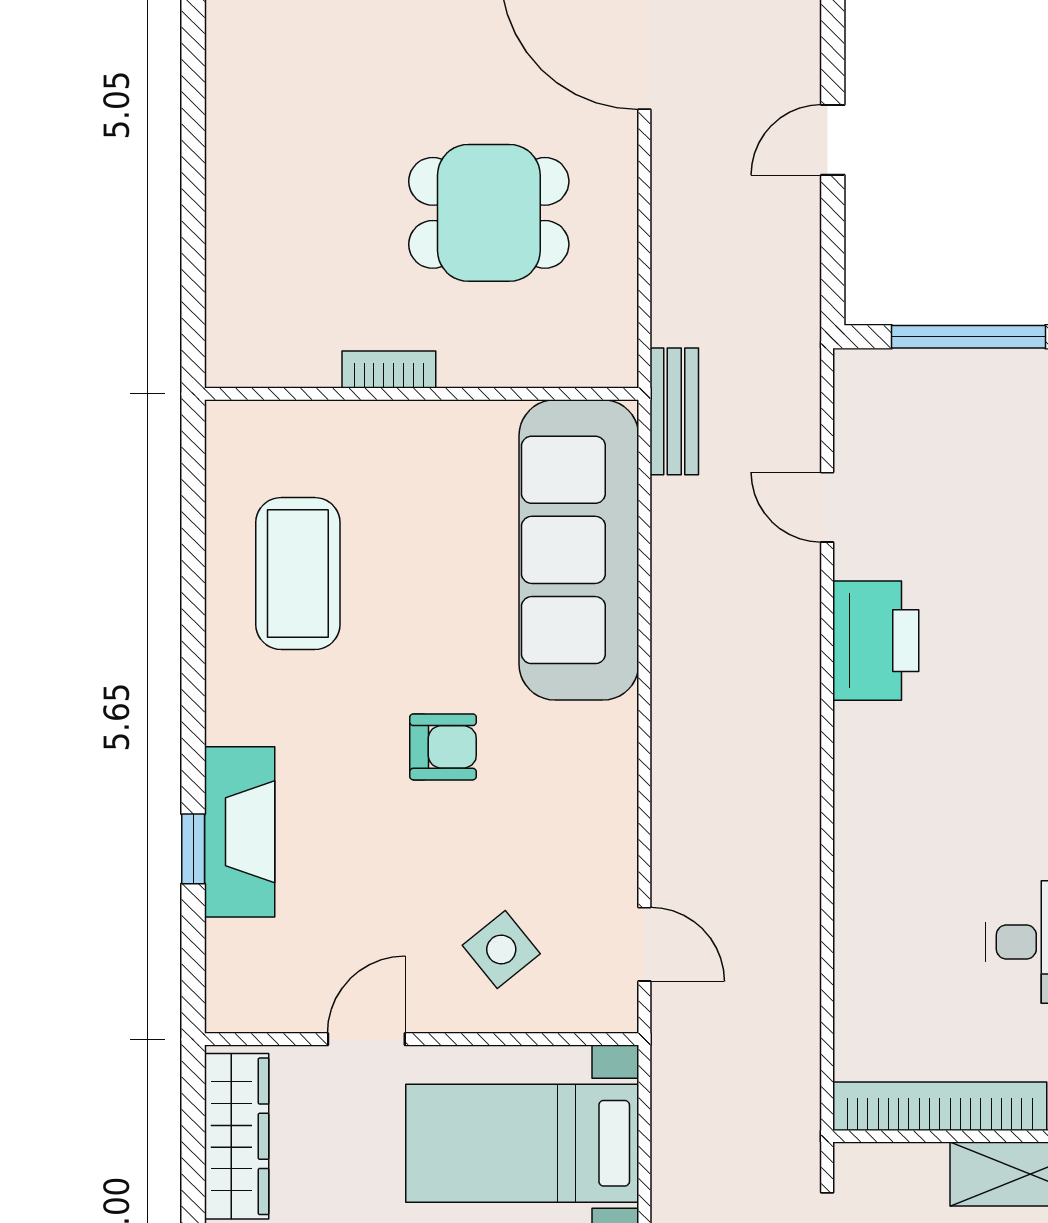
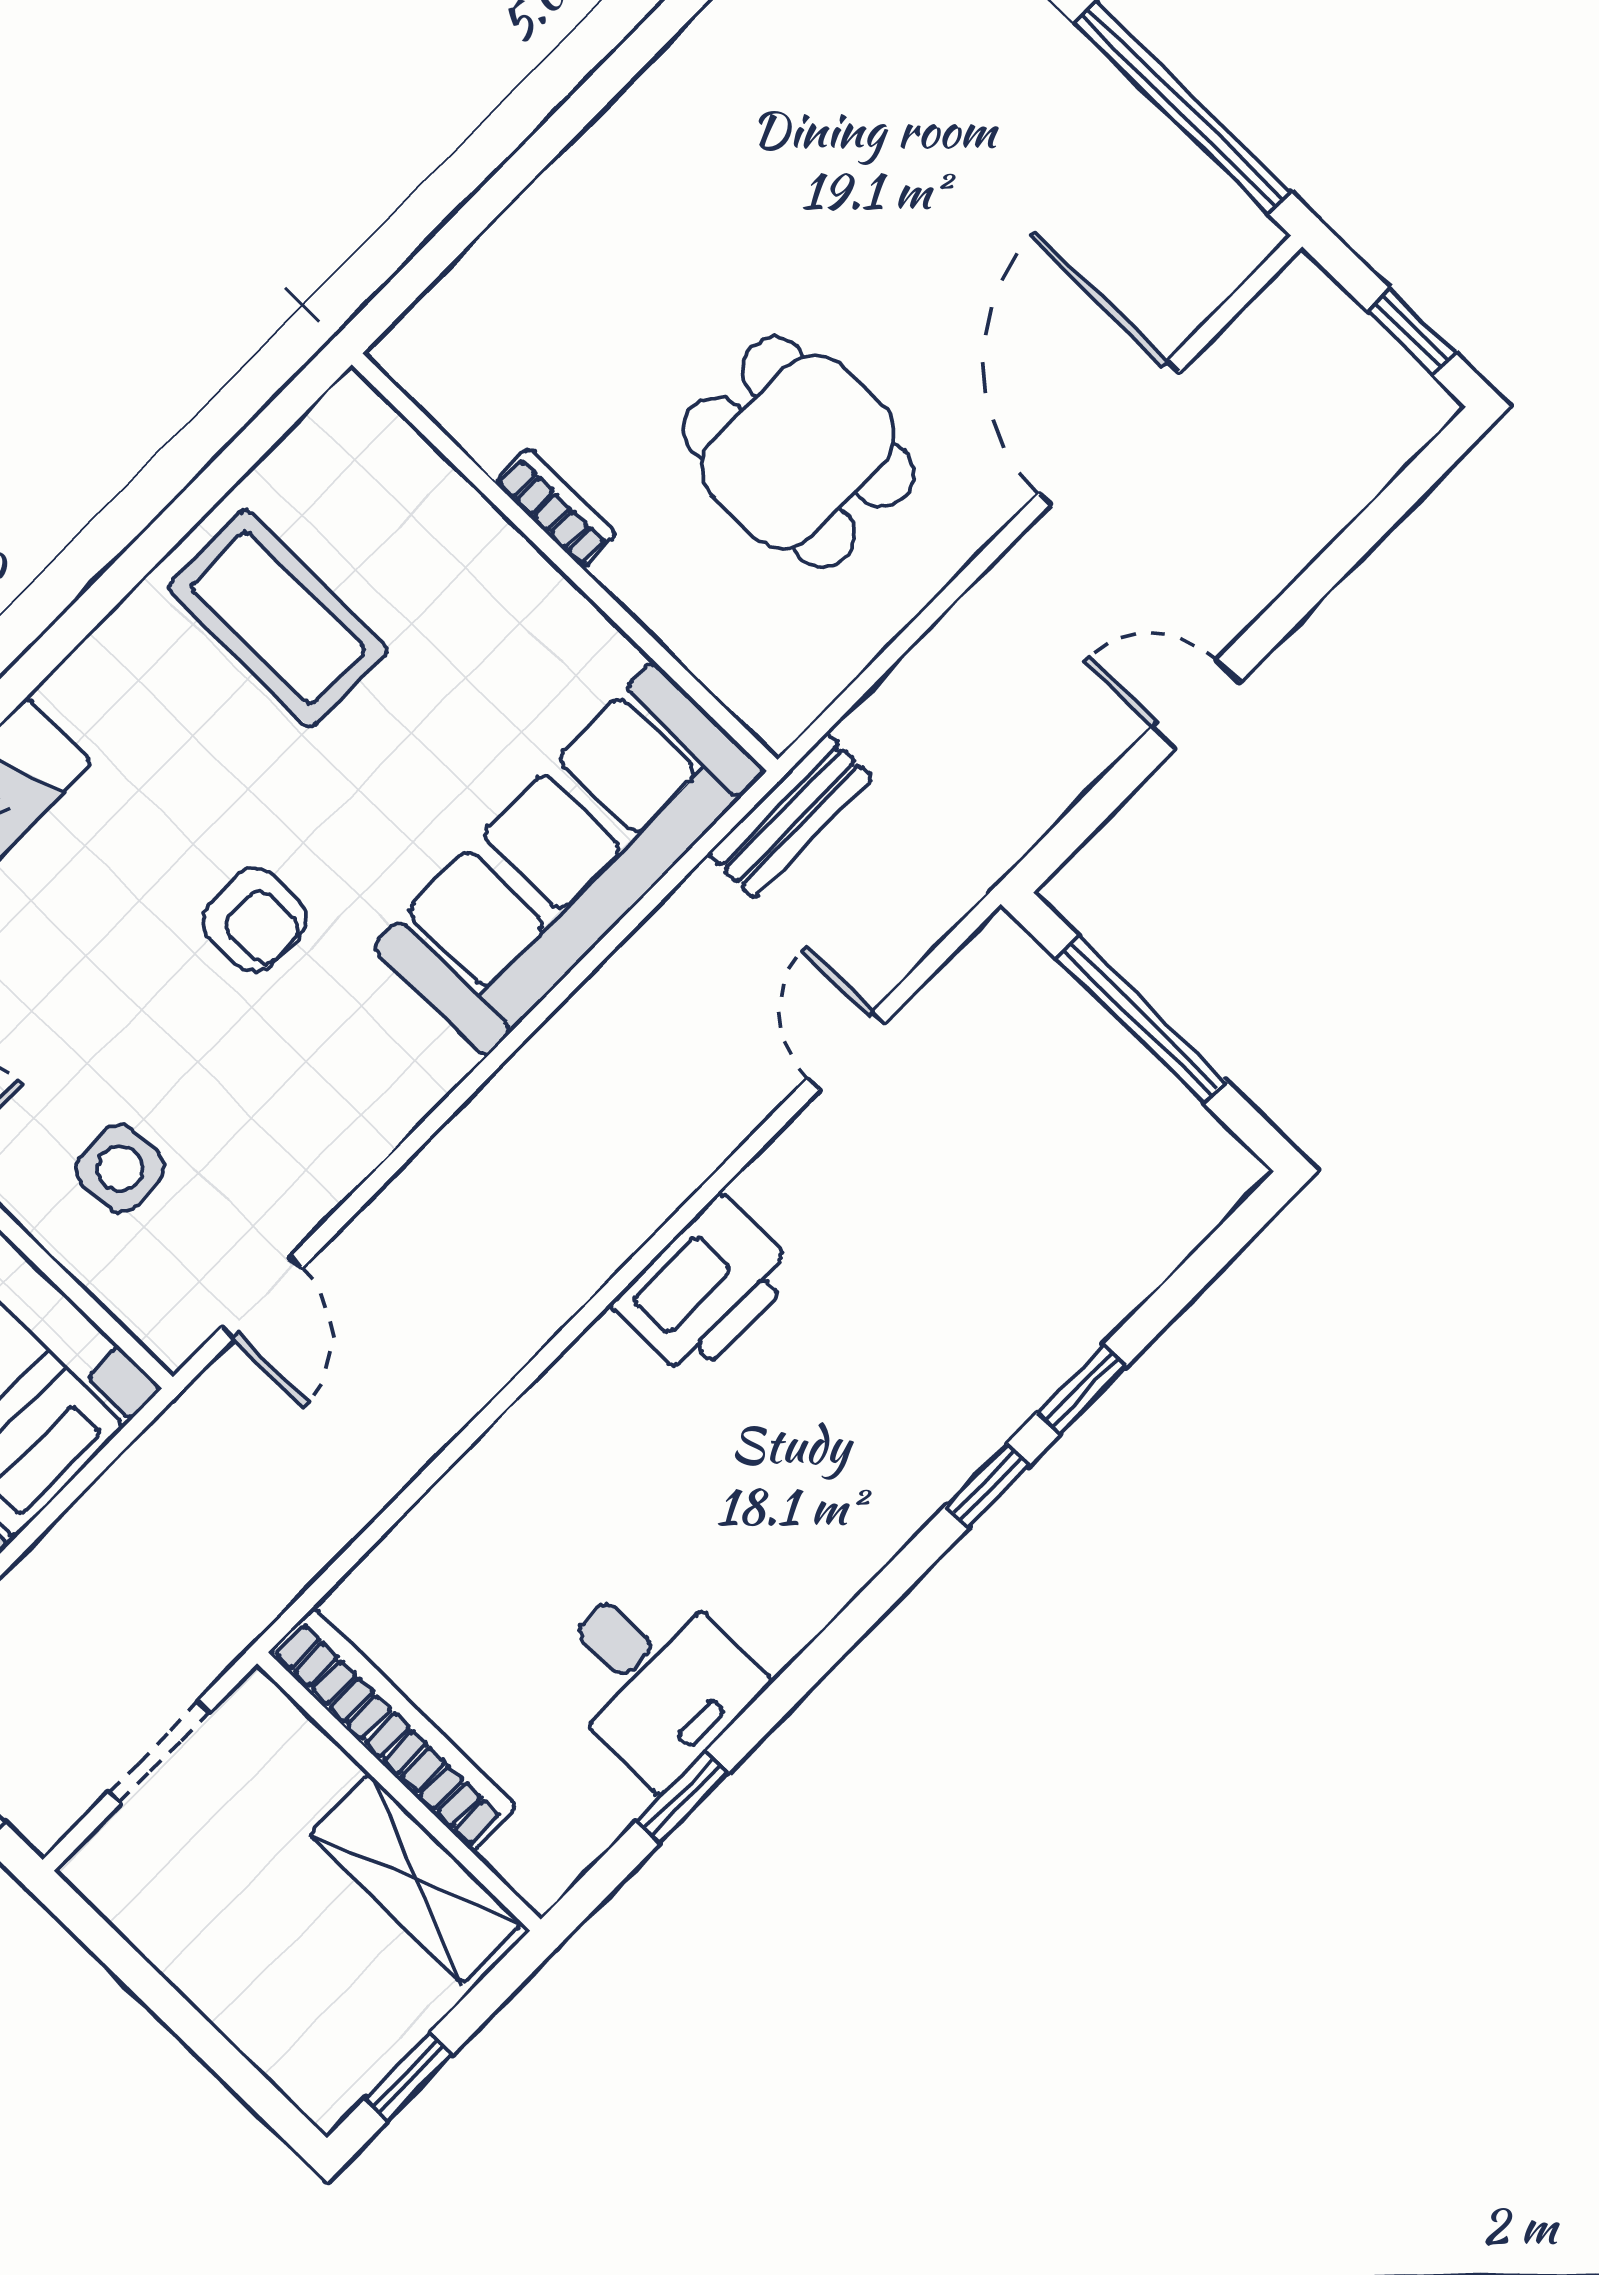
coffee table: (298, 574) -> (278, 618), turned 90
printer: (876, 641) -> (705, 1288), moved
side table: (501, 949) -> (120, 1168), turned 36

